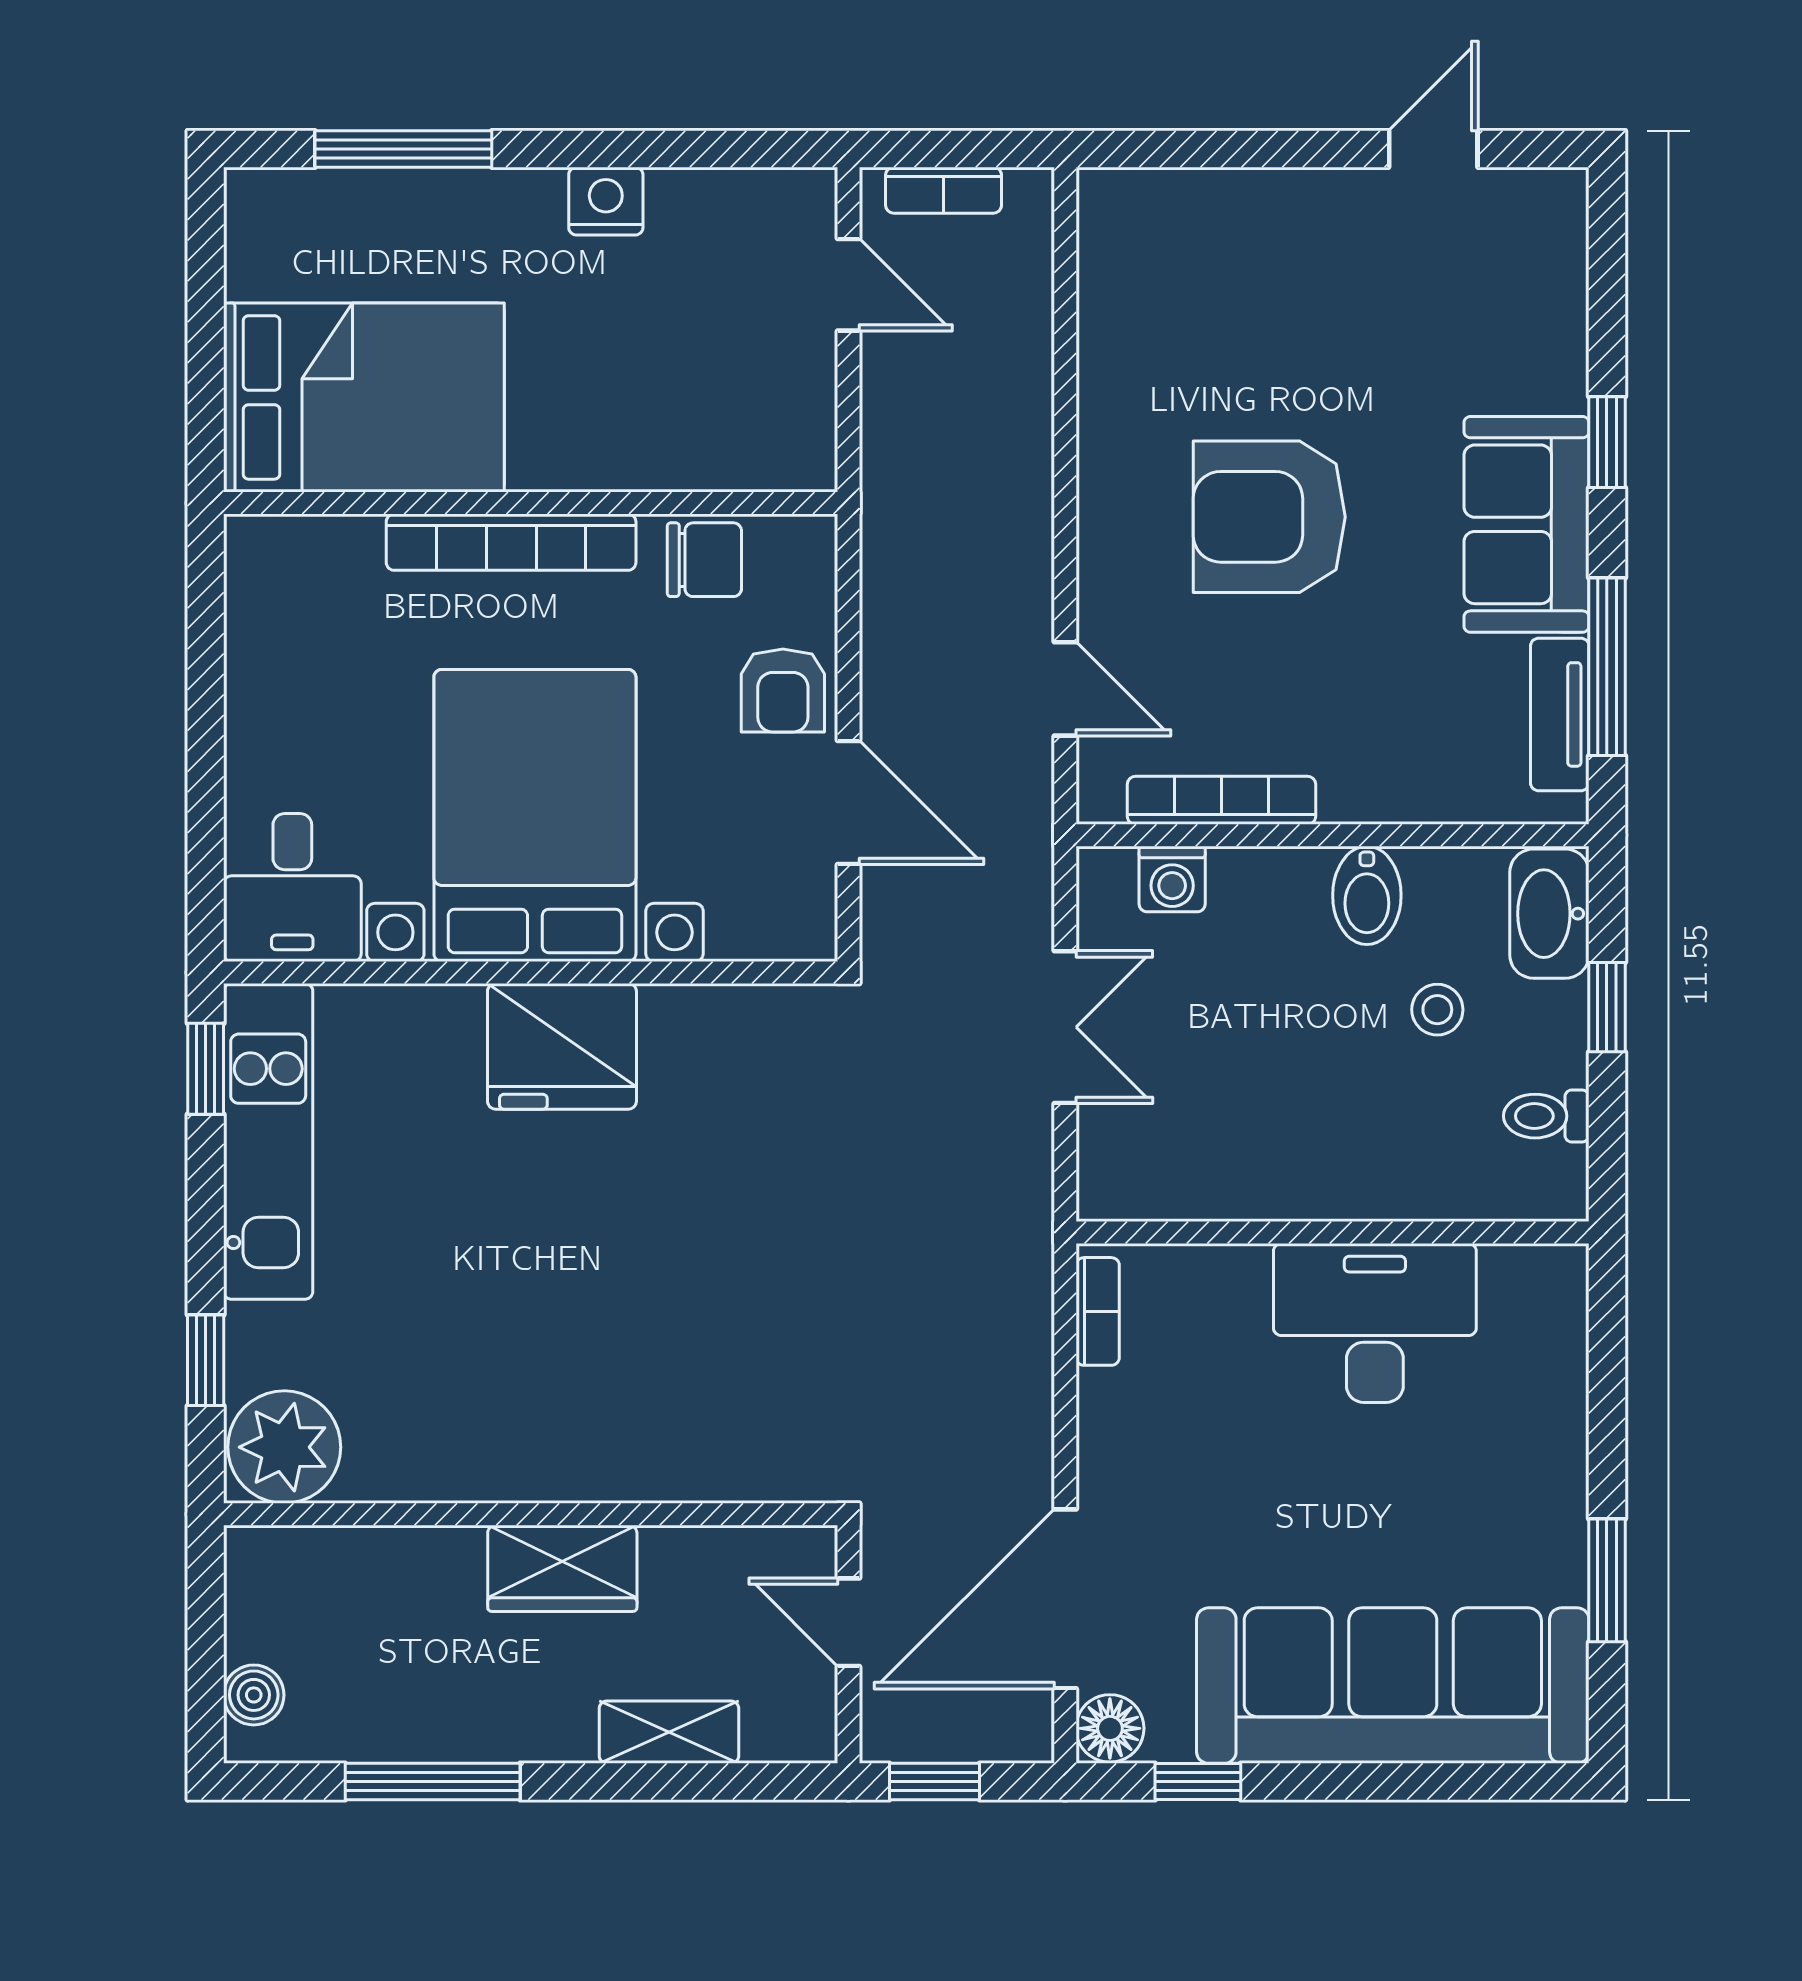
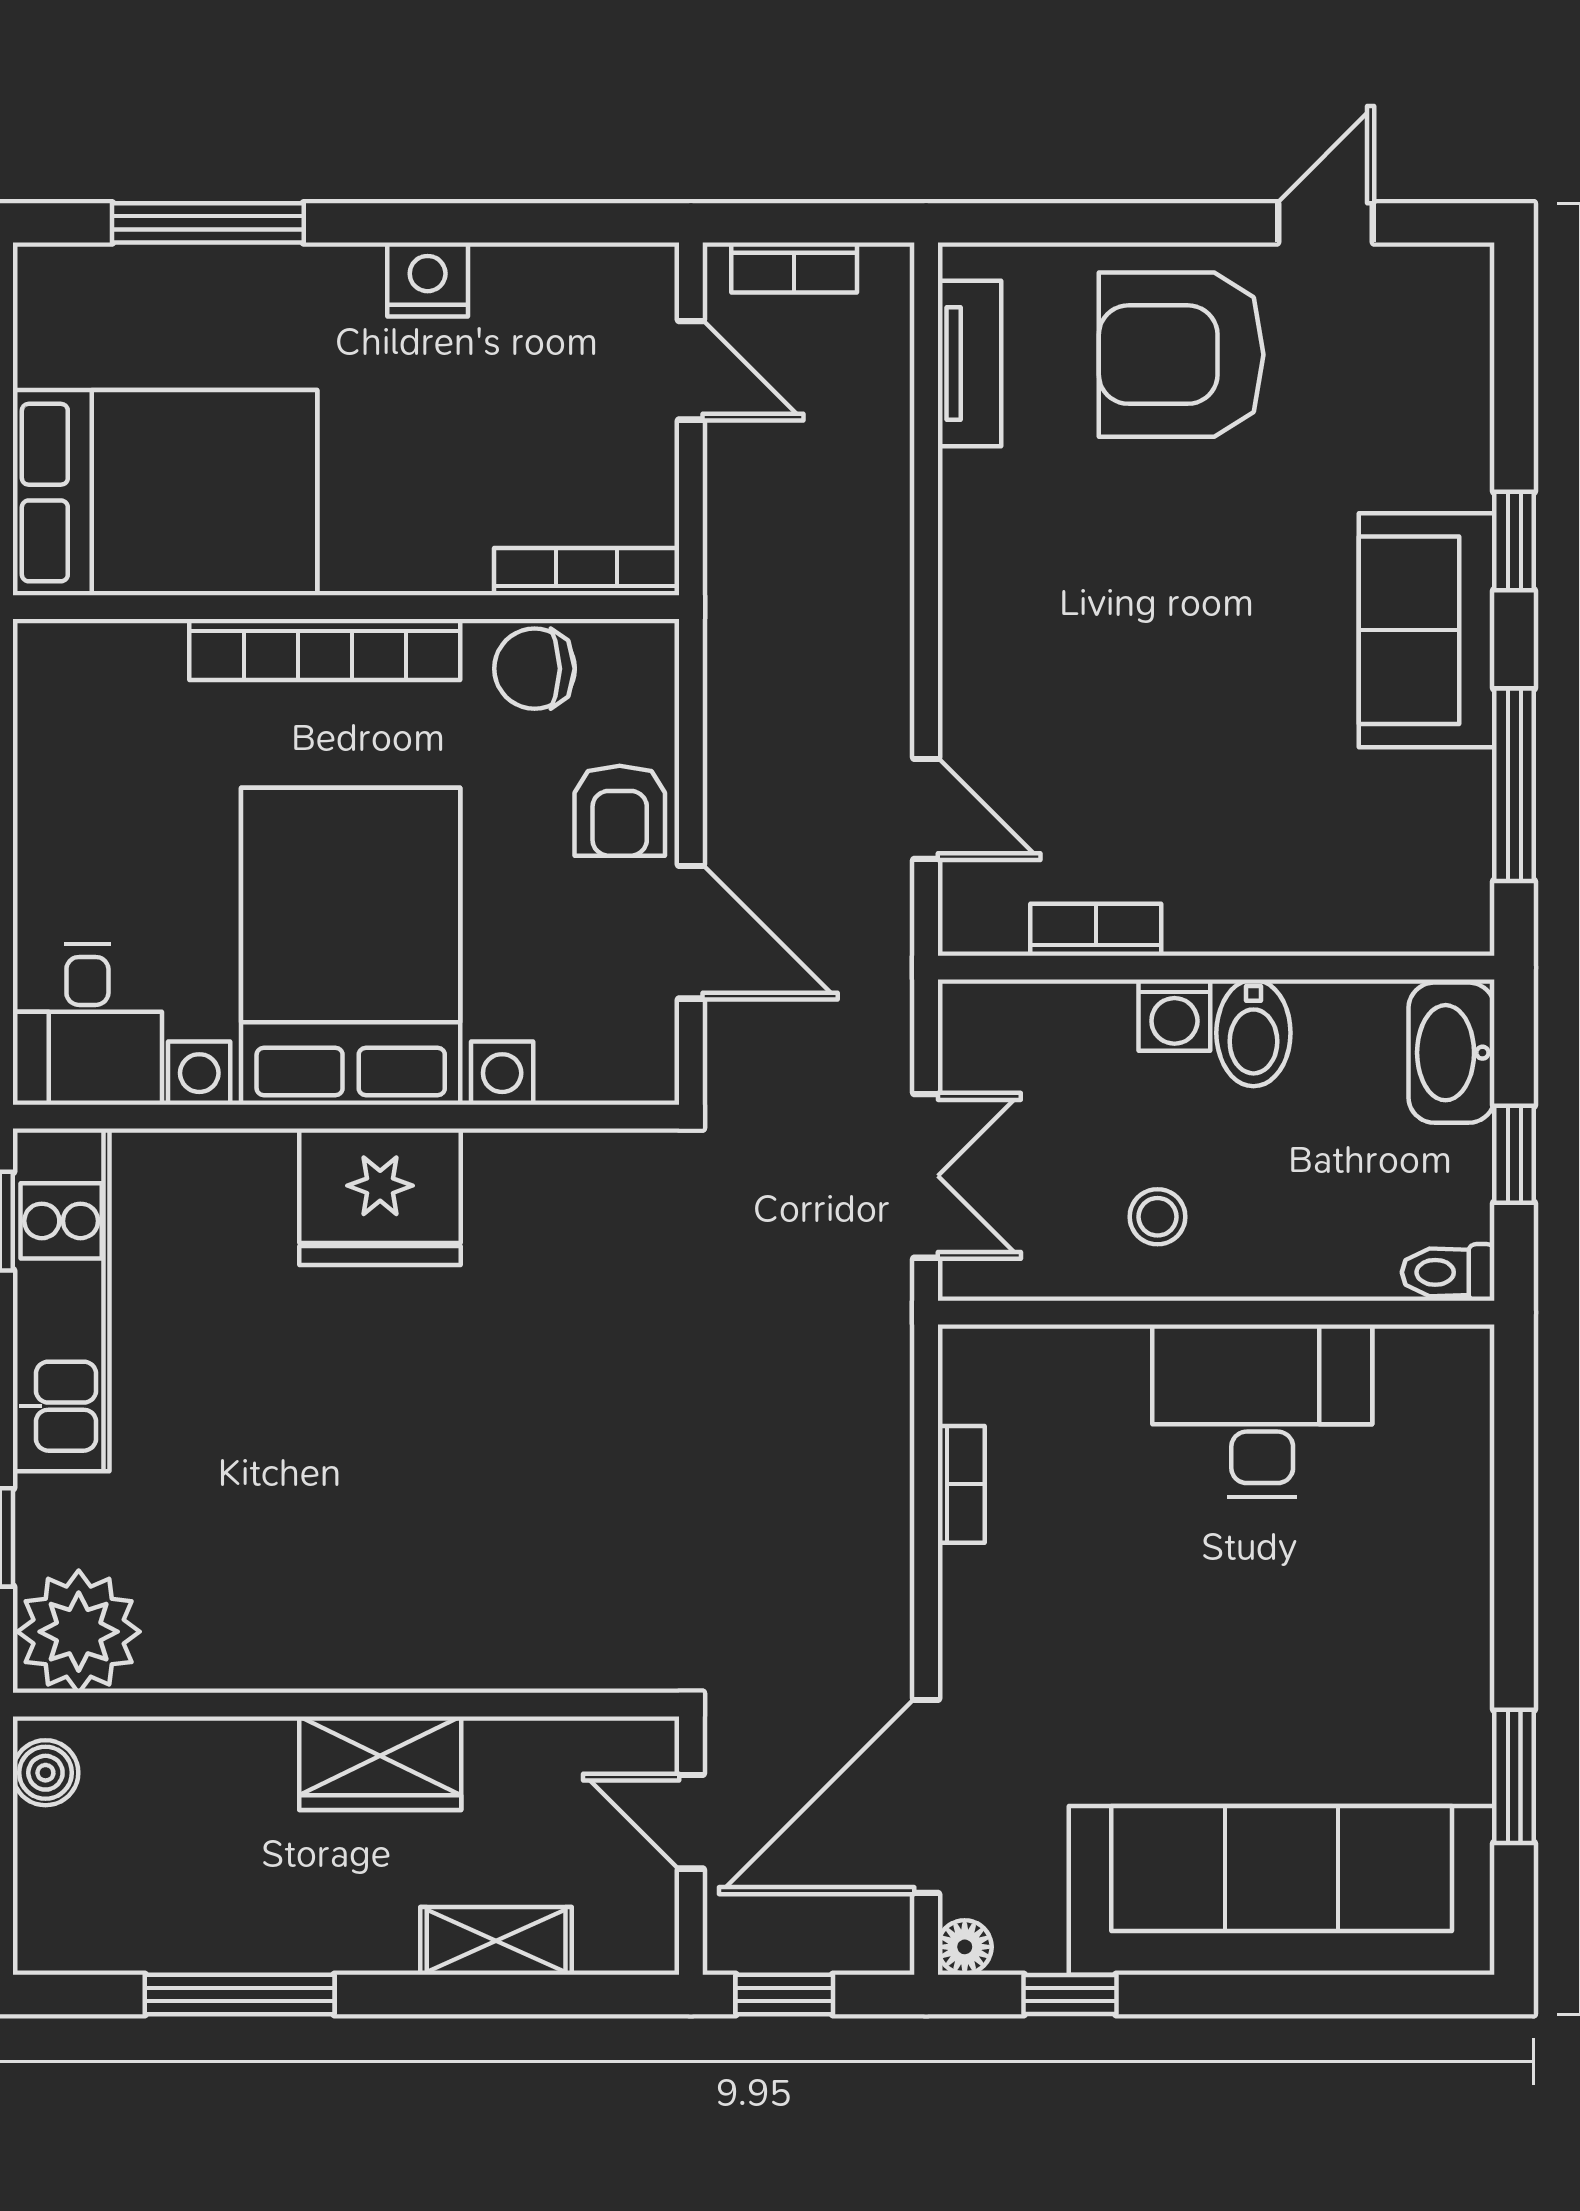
bookcase: (752, 470) -> (587, 572), added
armchair: (1269, 517) -> (1181, 355), moved
chair: (704, 560) -> (535, 669), turned 180
tv unit: (1560, 714) -> (970, 364), moved, turned 180
bookcase: (1222, 800) -> (1096, 930), width x0.64
washing machine: (1172, 879) -> (1174, 1015), moved
stool: (1437, 1010) -> (1158, 1217), moved
wall: (1332, 1233) -> (1216, 1313), moved
desk: (1375, 1323) -> (1262, 1411), moved
boiler: (254, 1695) -> (45, 1773), moved
floor lamp: (1110, 1728) -> (965, 1947), width x0.73, depth x0.73

